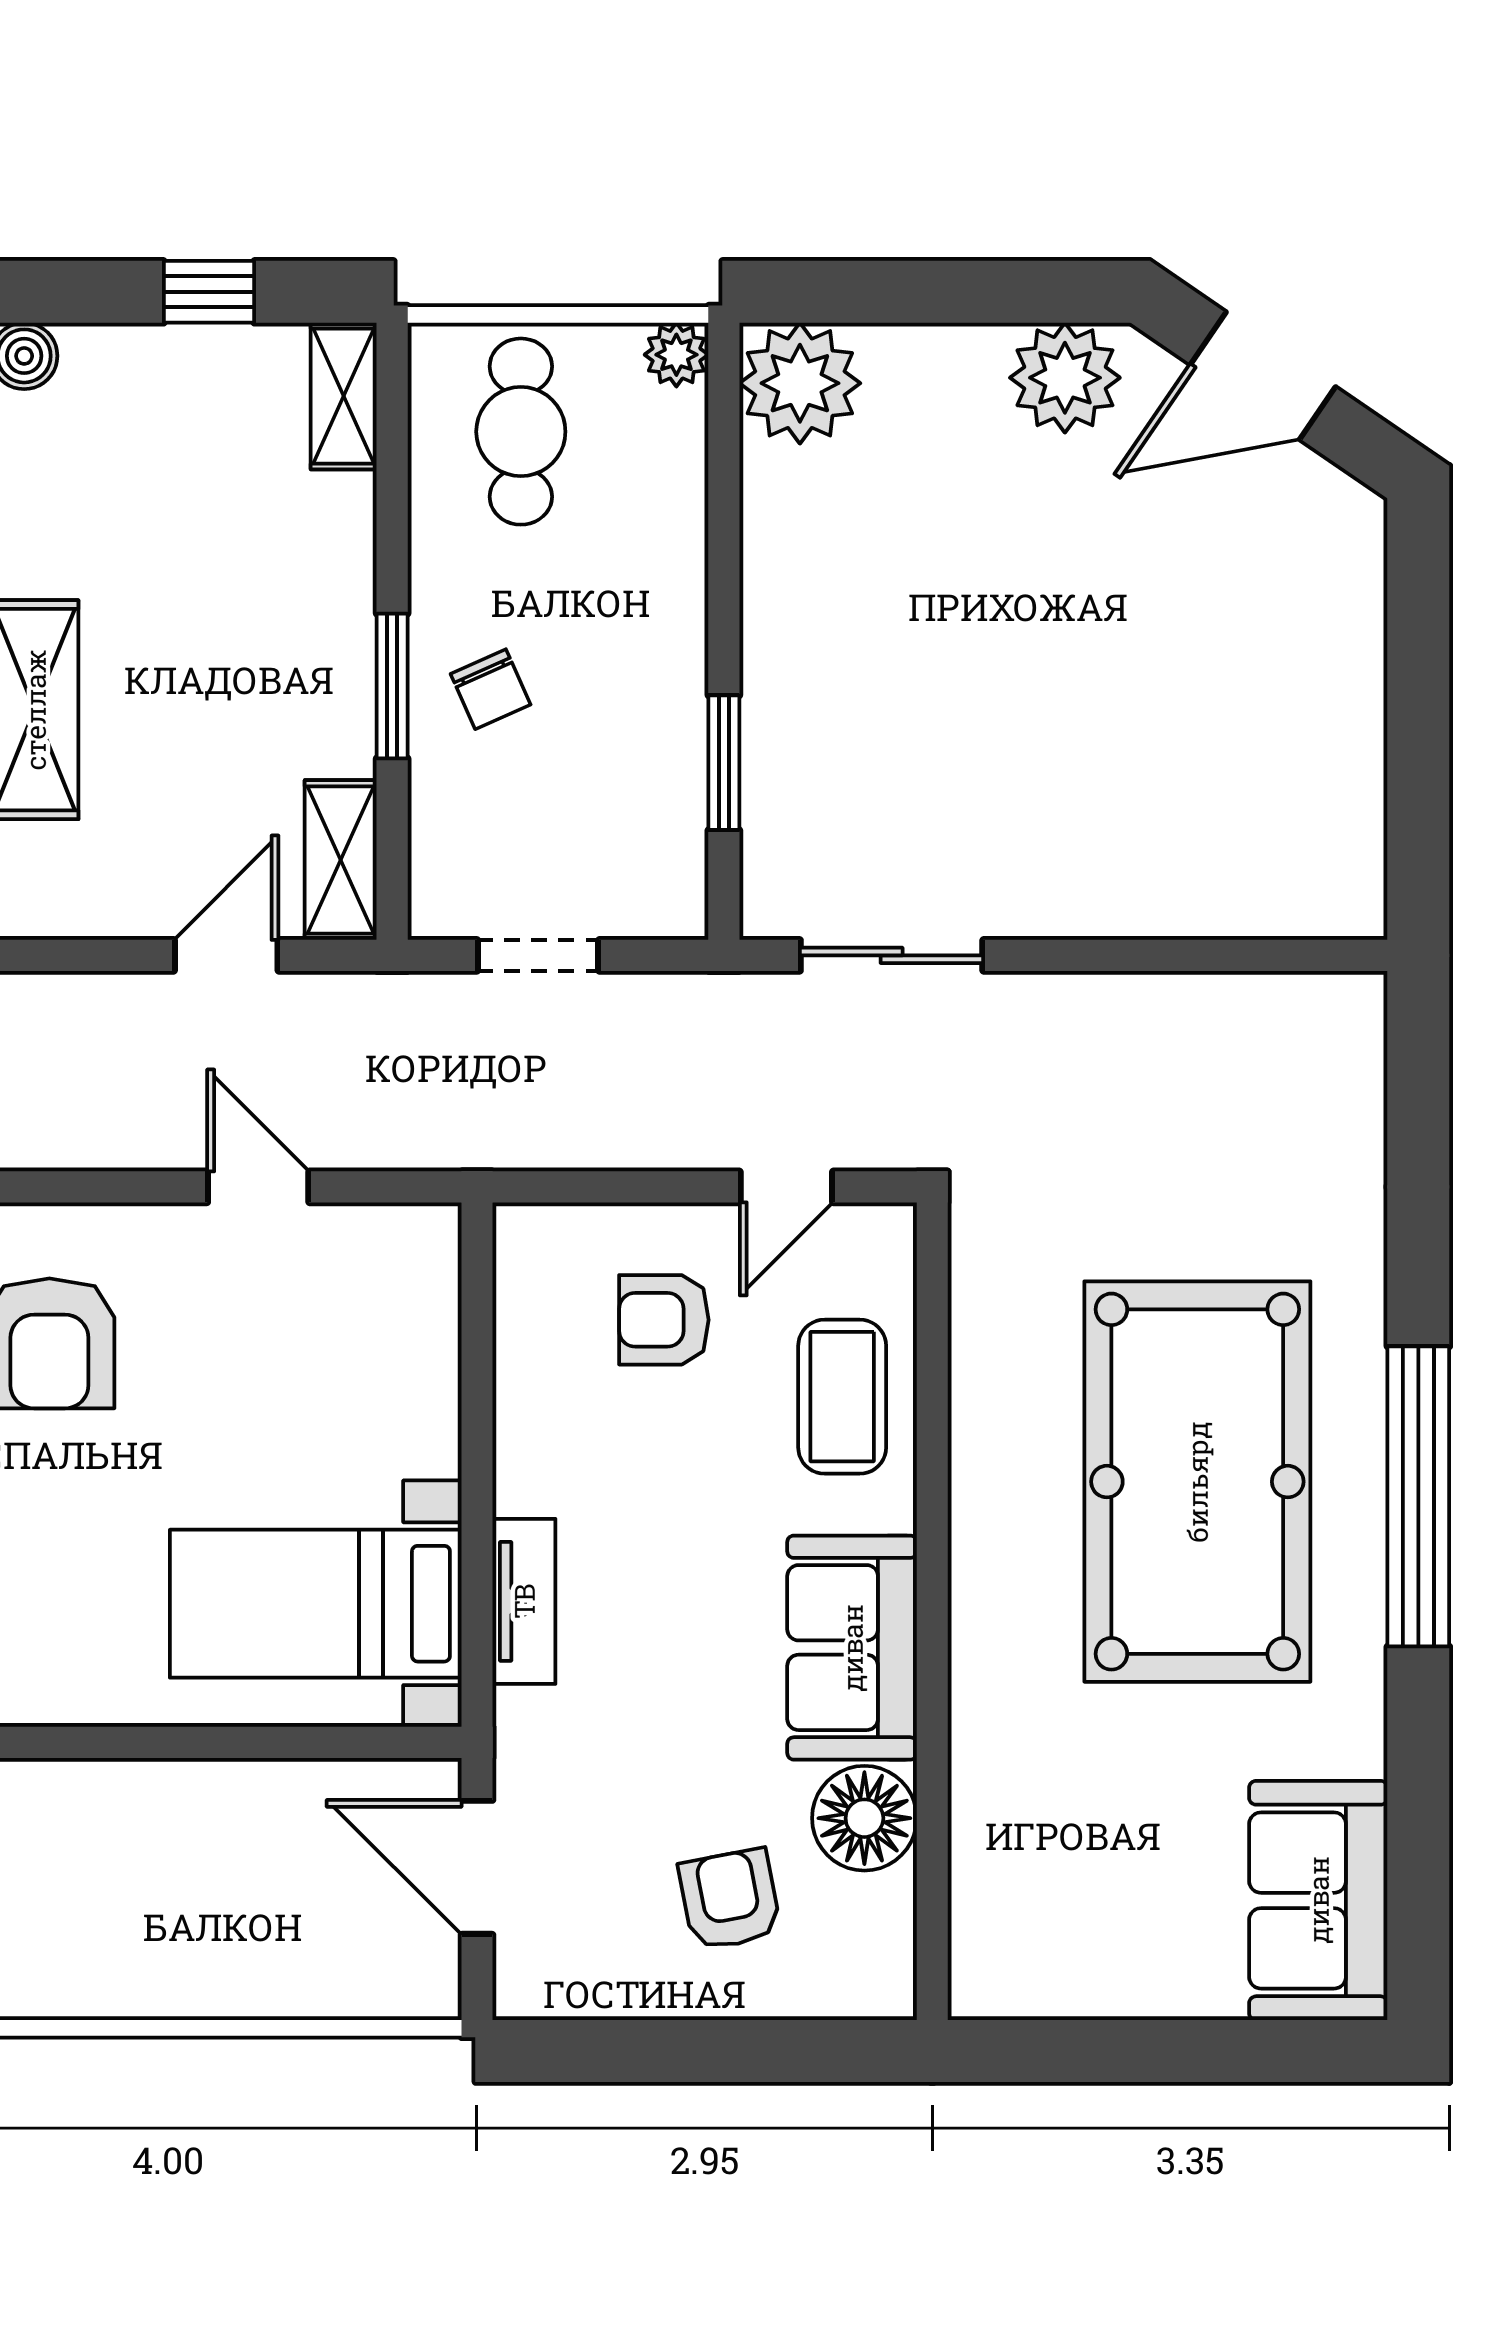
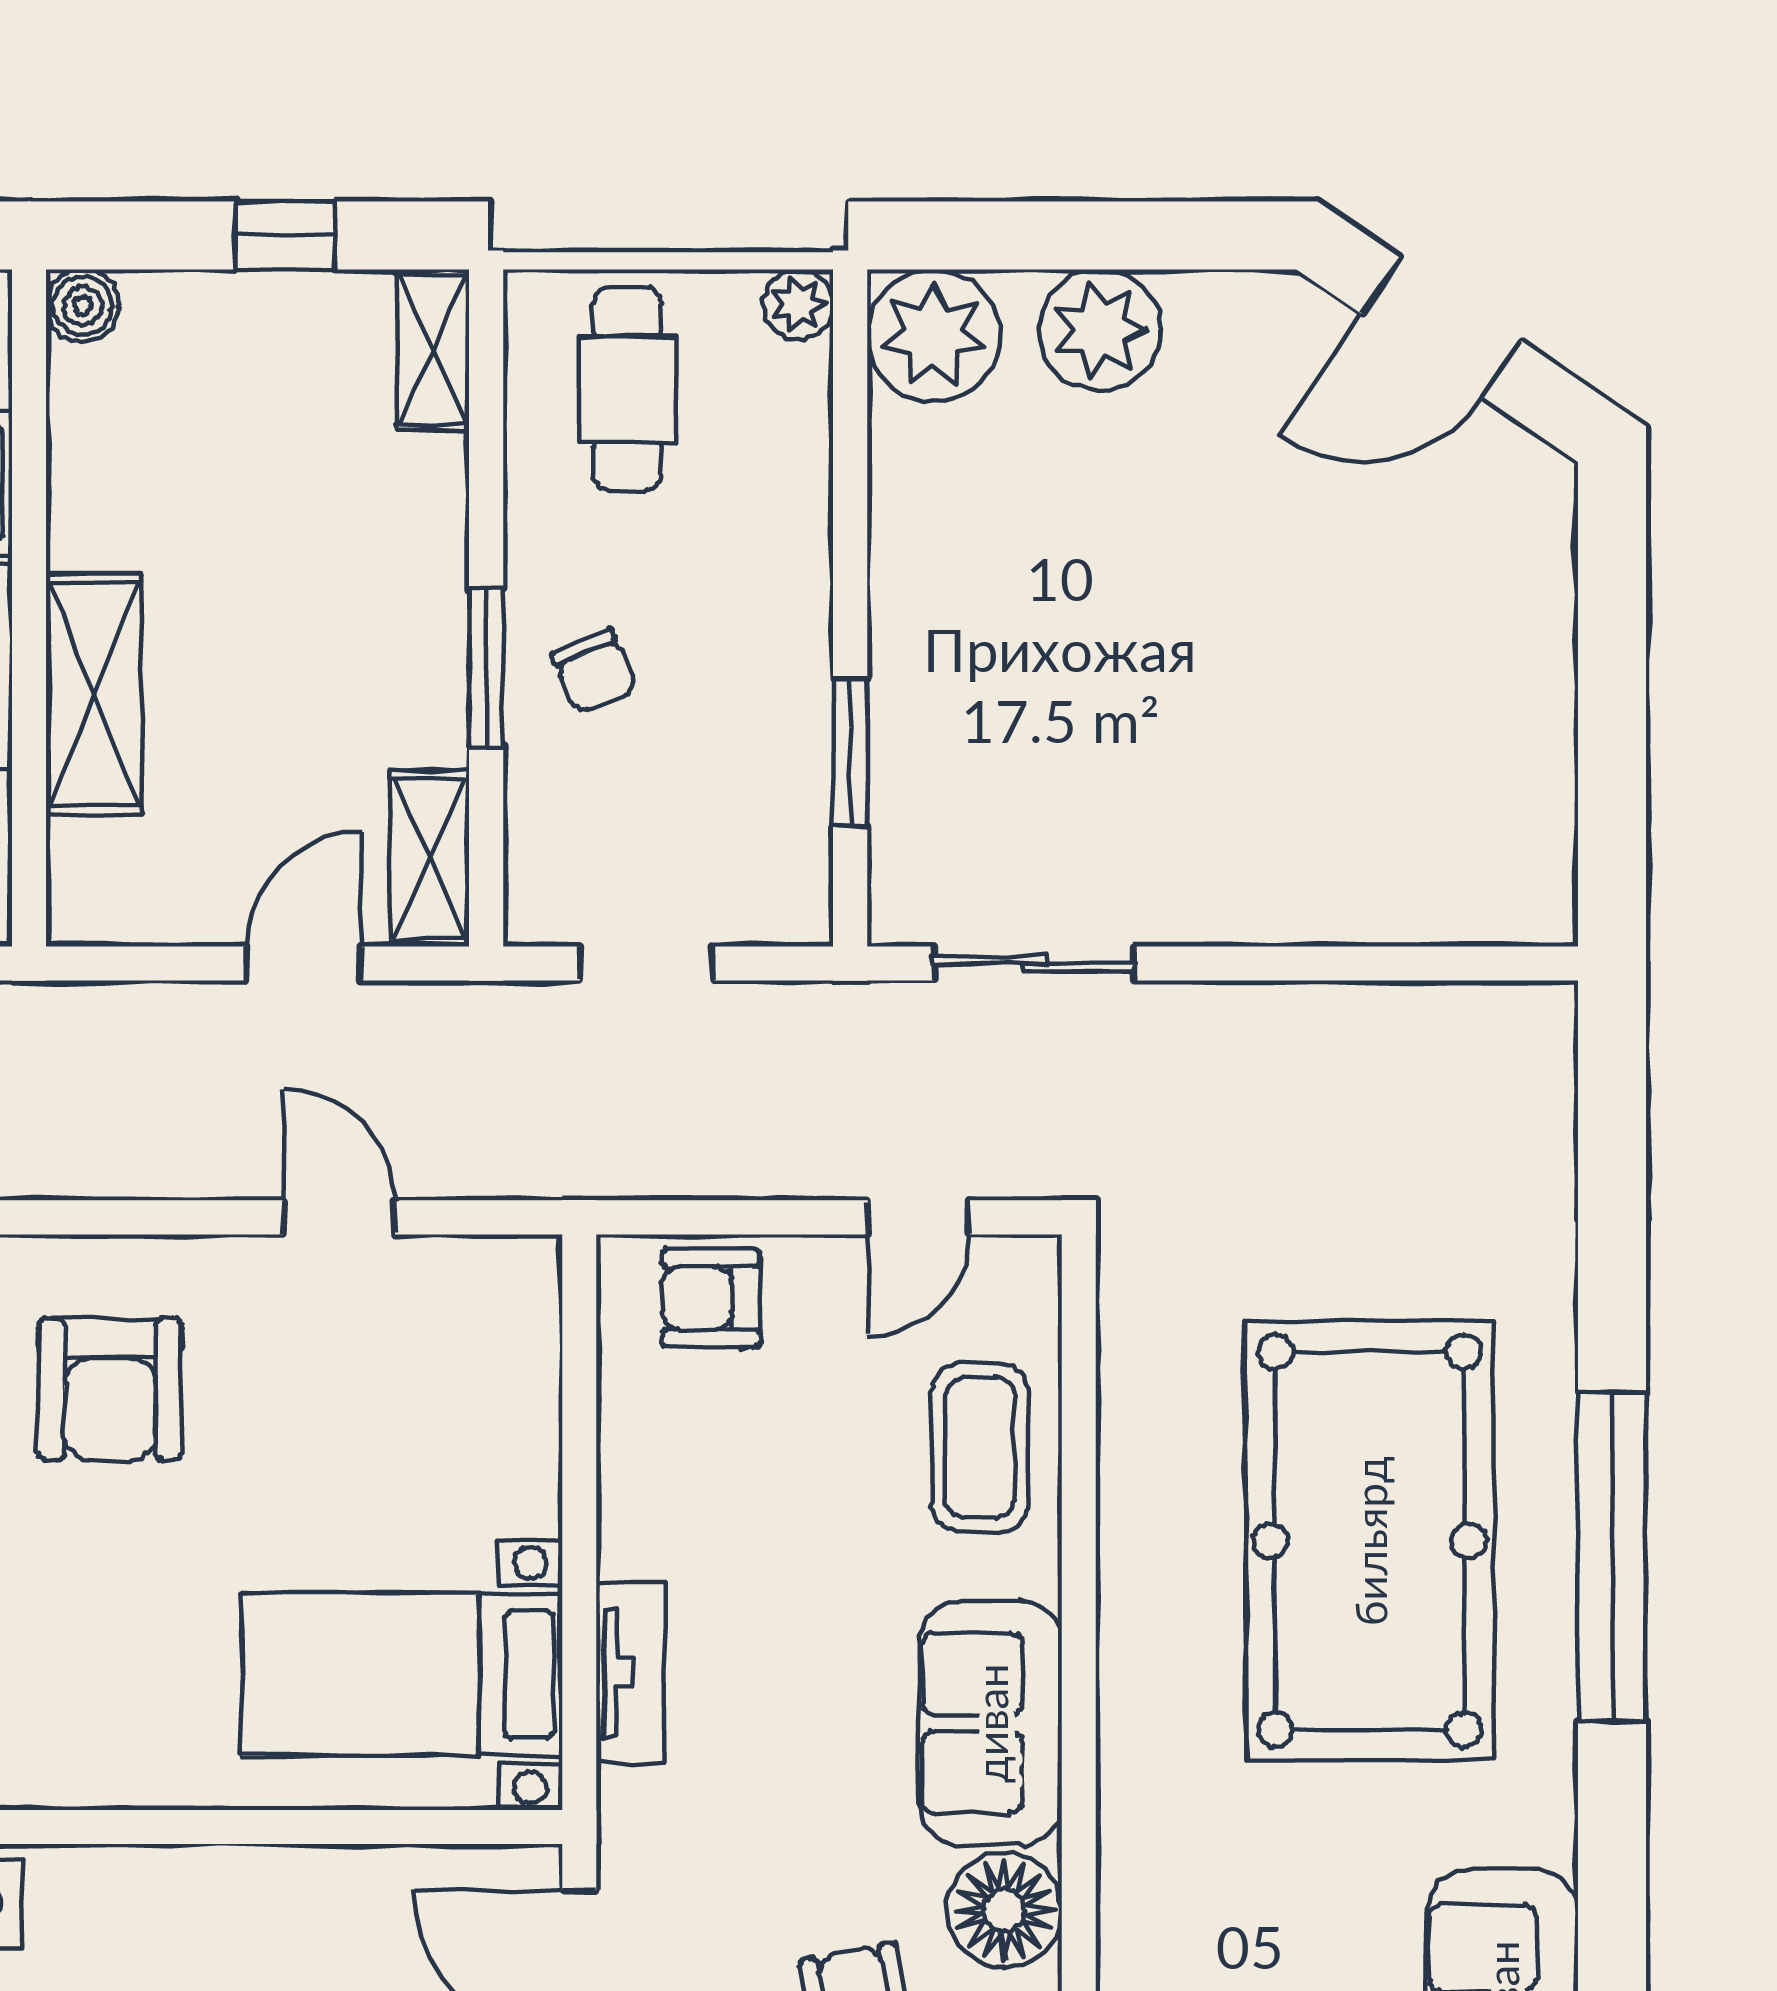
plant: (1065, 378) -> (1100, 330), moved
armchair: (664, 1320) -> (711, 1298), moved

